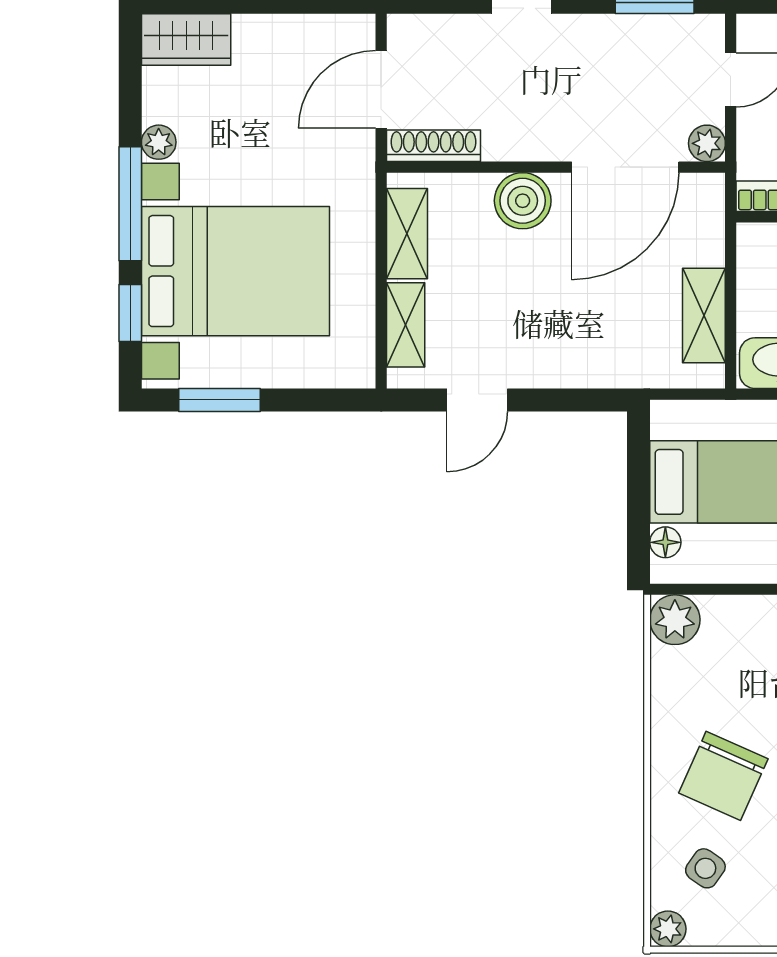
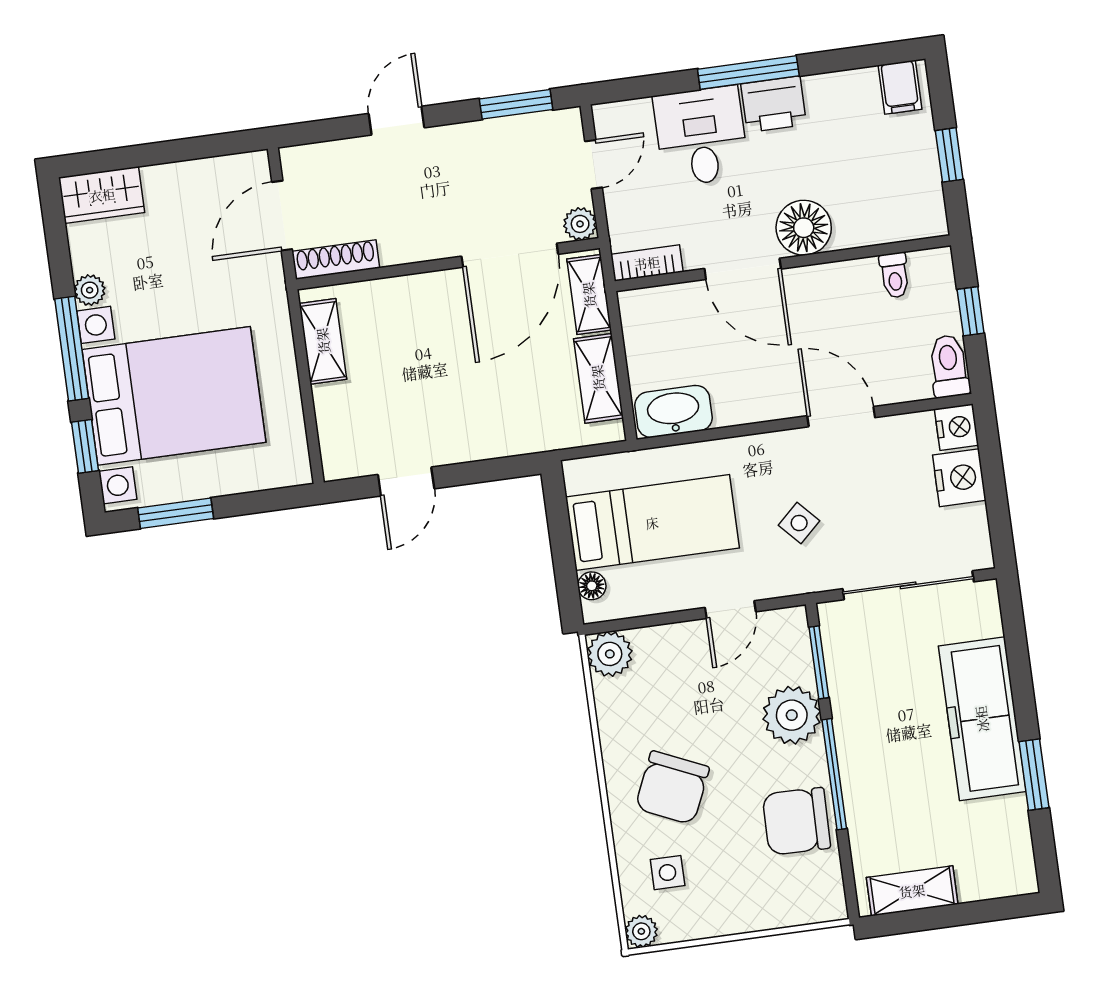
boiler: (523, 201) -> (422, 298), removed
shelving: (406, 325) -> (589, 295), moved
side table: (705, 868) -> (668, 873), turned -35

